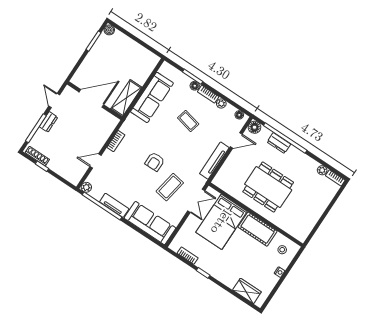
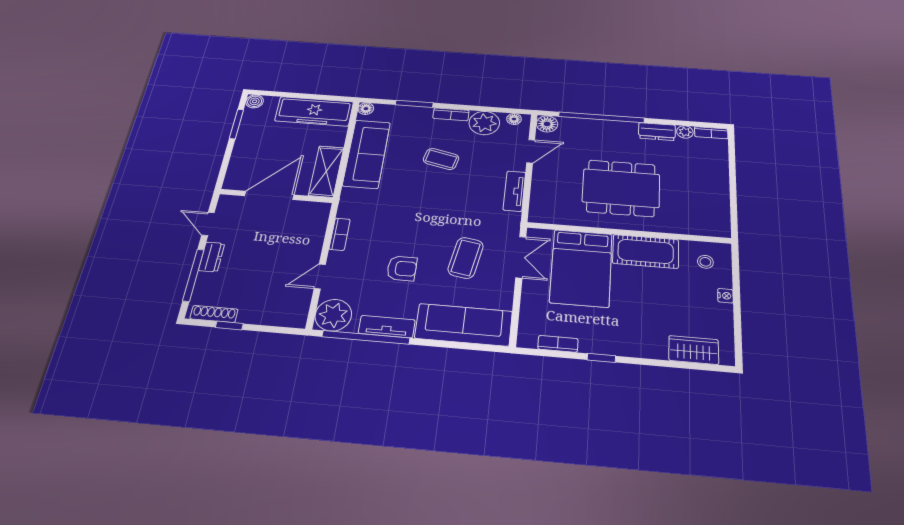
freezer: (138, 54) -> (314, 111), added
floor lamp: (195, 86) -> (366, 109), moved
plant: (221, 104) -> (484, 123), width x1.87, depth x1.87
dresser: (279, 143) -> (657, 132), moved
tv unit: (214, 161) -> (514, 191), width x0.71
armchair: (155, 162) -> (402, 268), moved, turned -90
plant: (86, 187) -> (333, 315), width x1.87, depth x1.87

